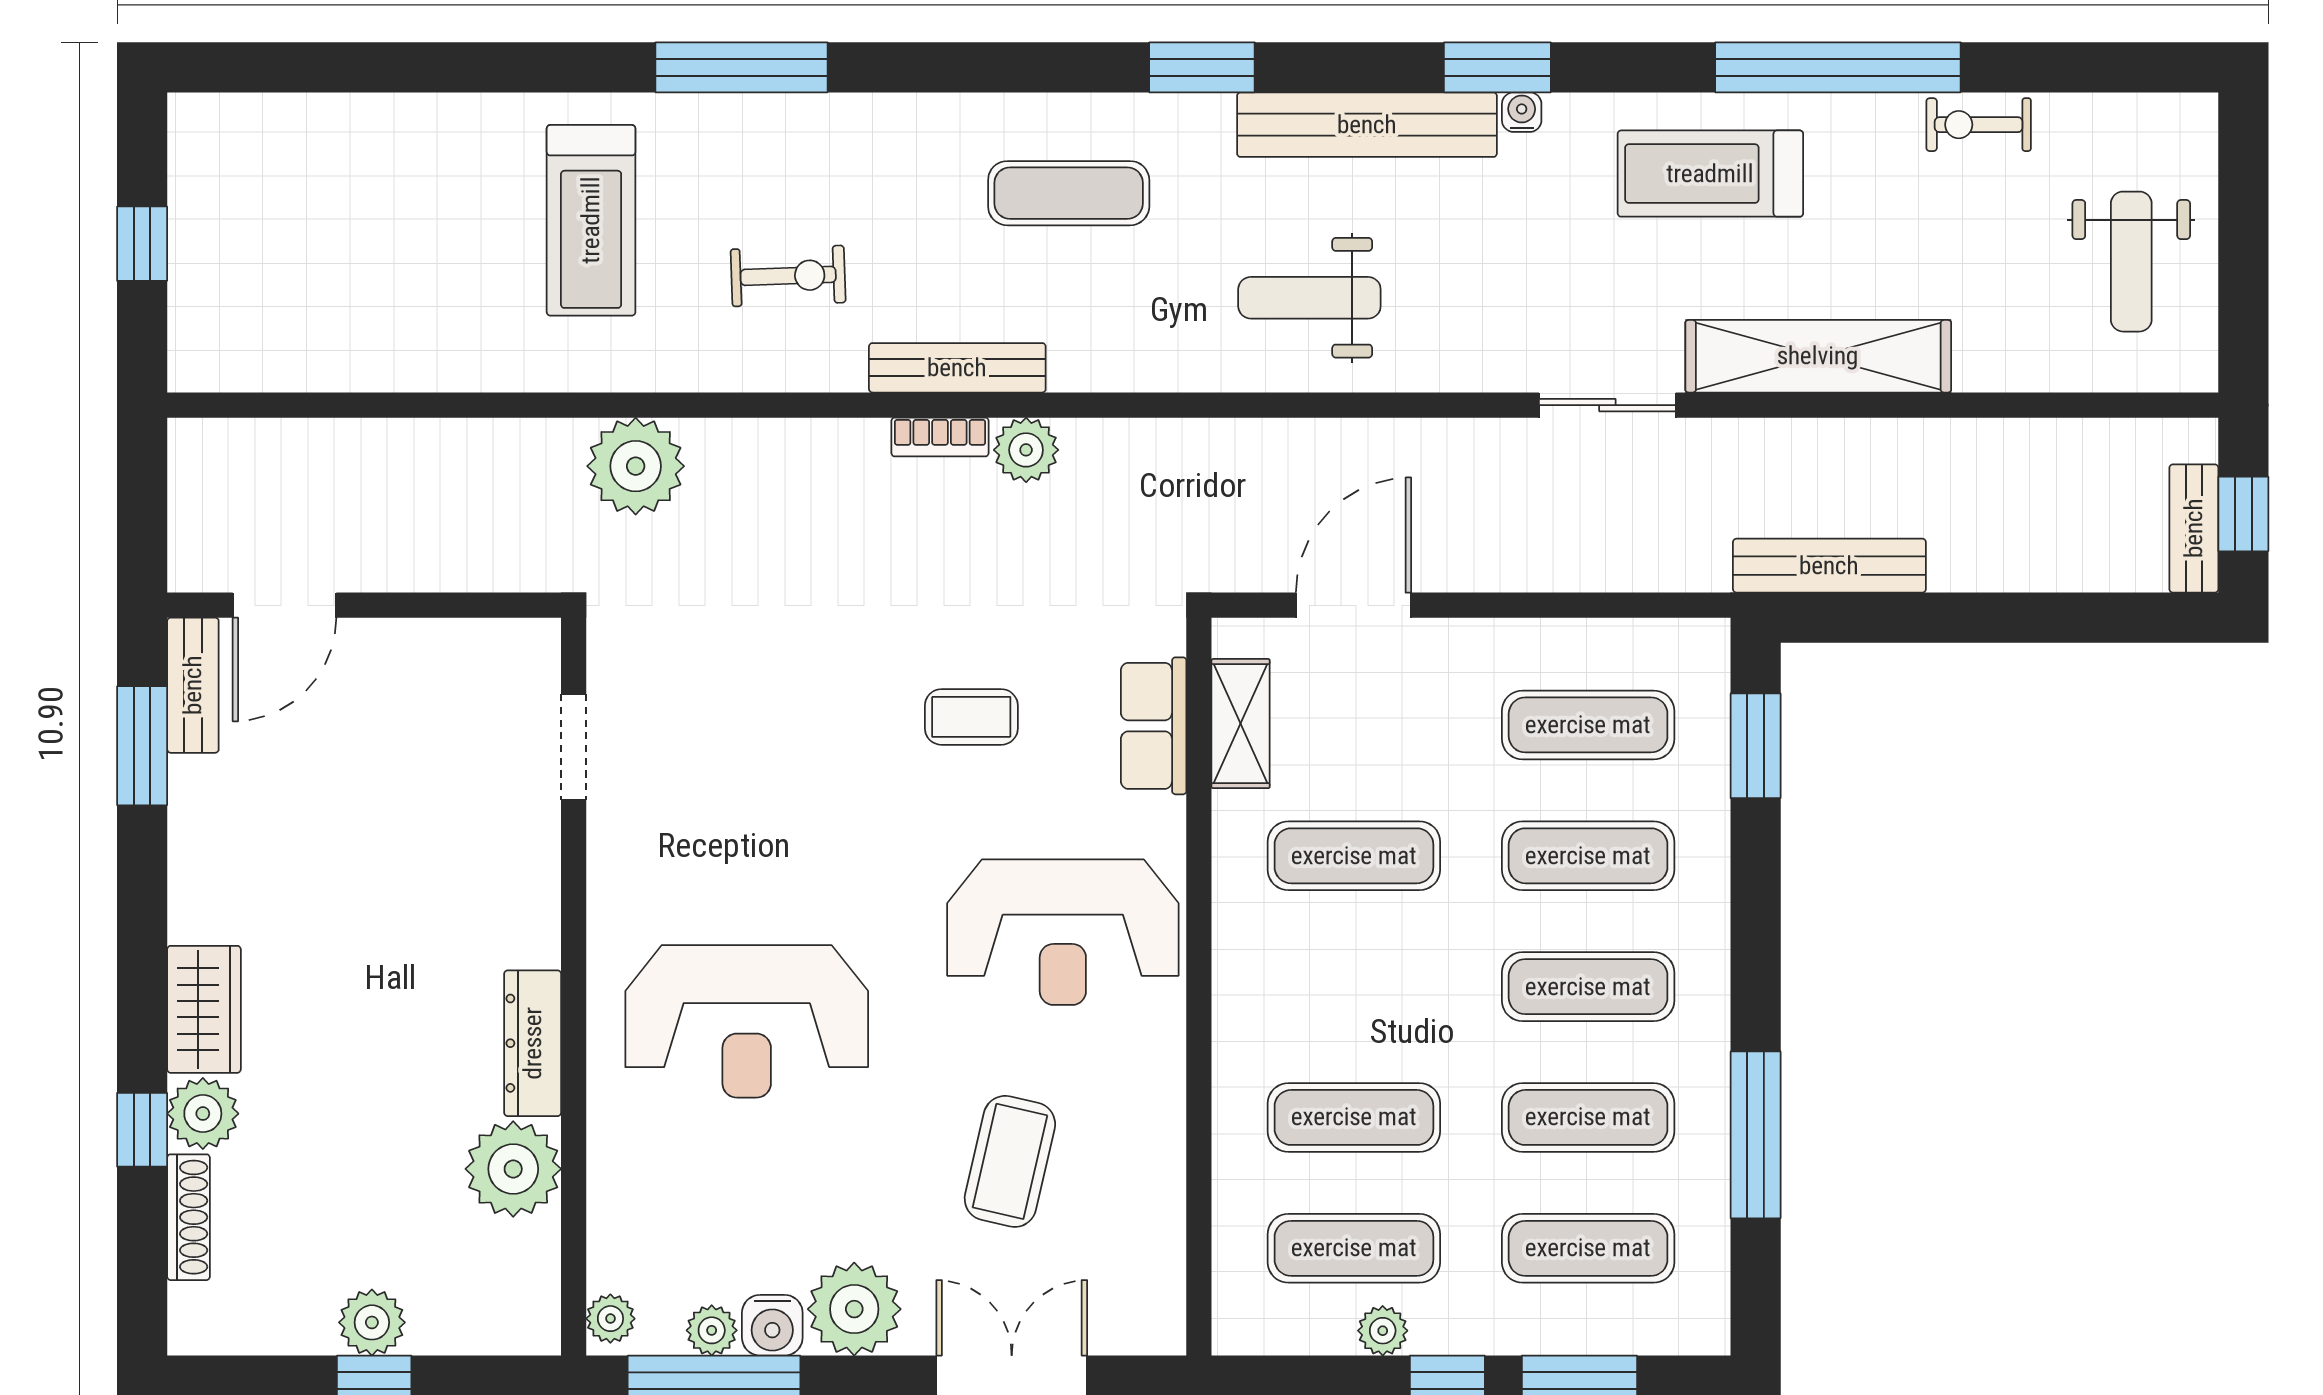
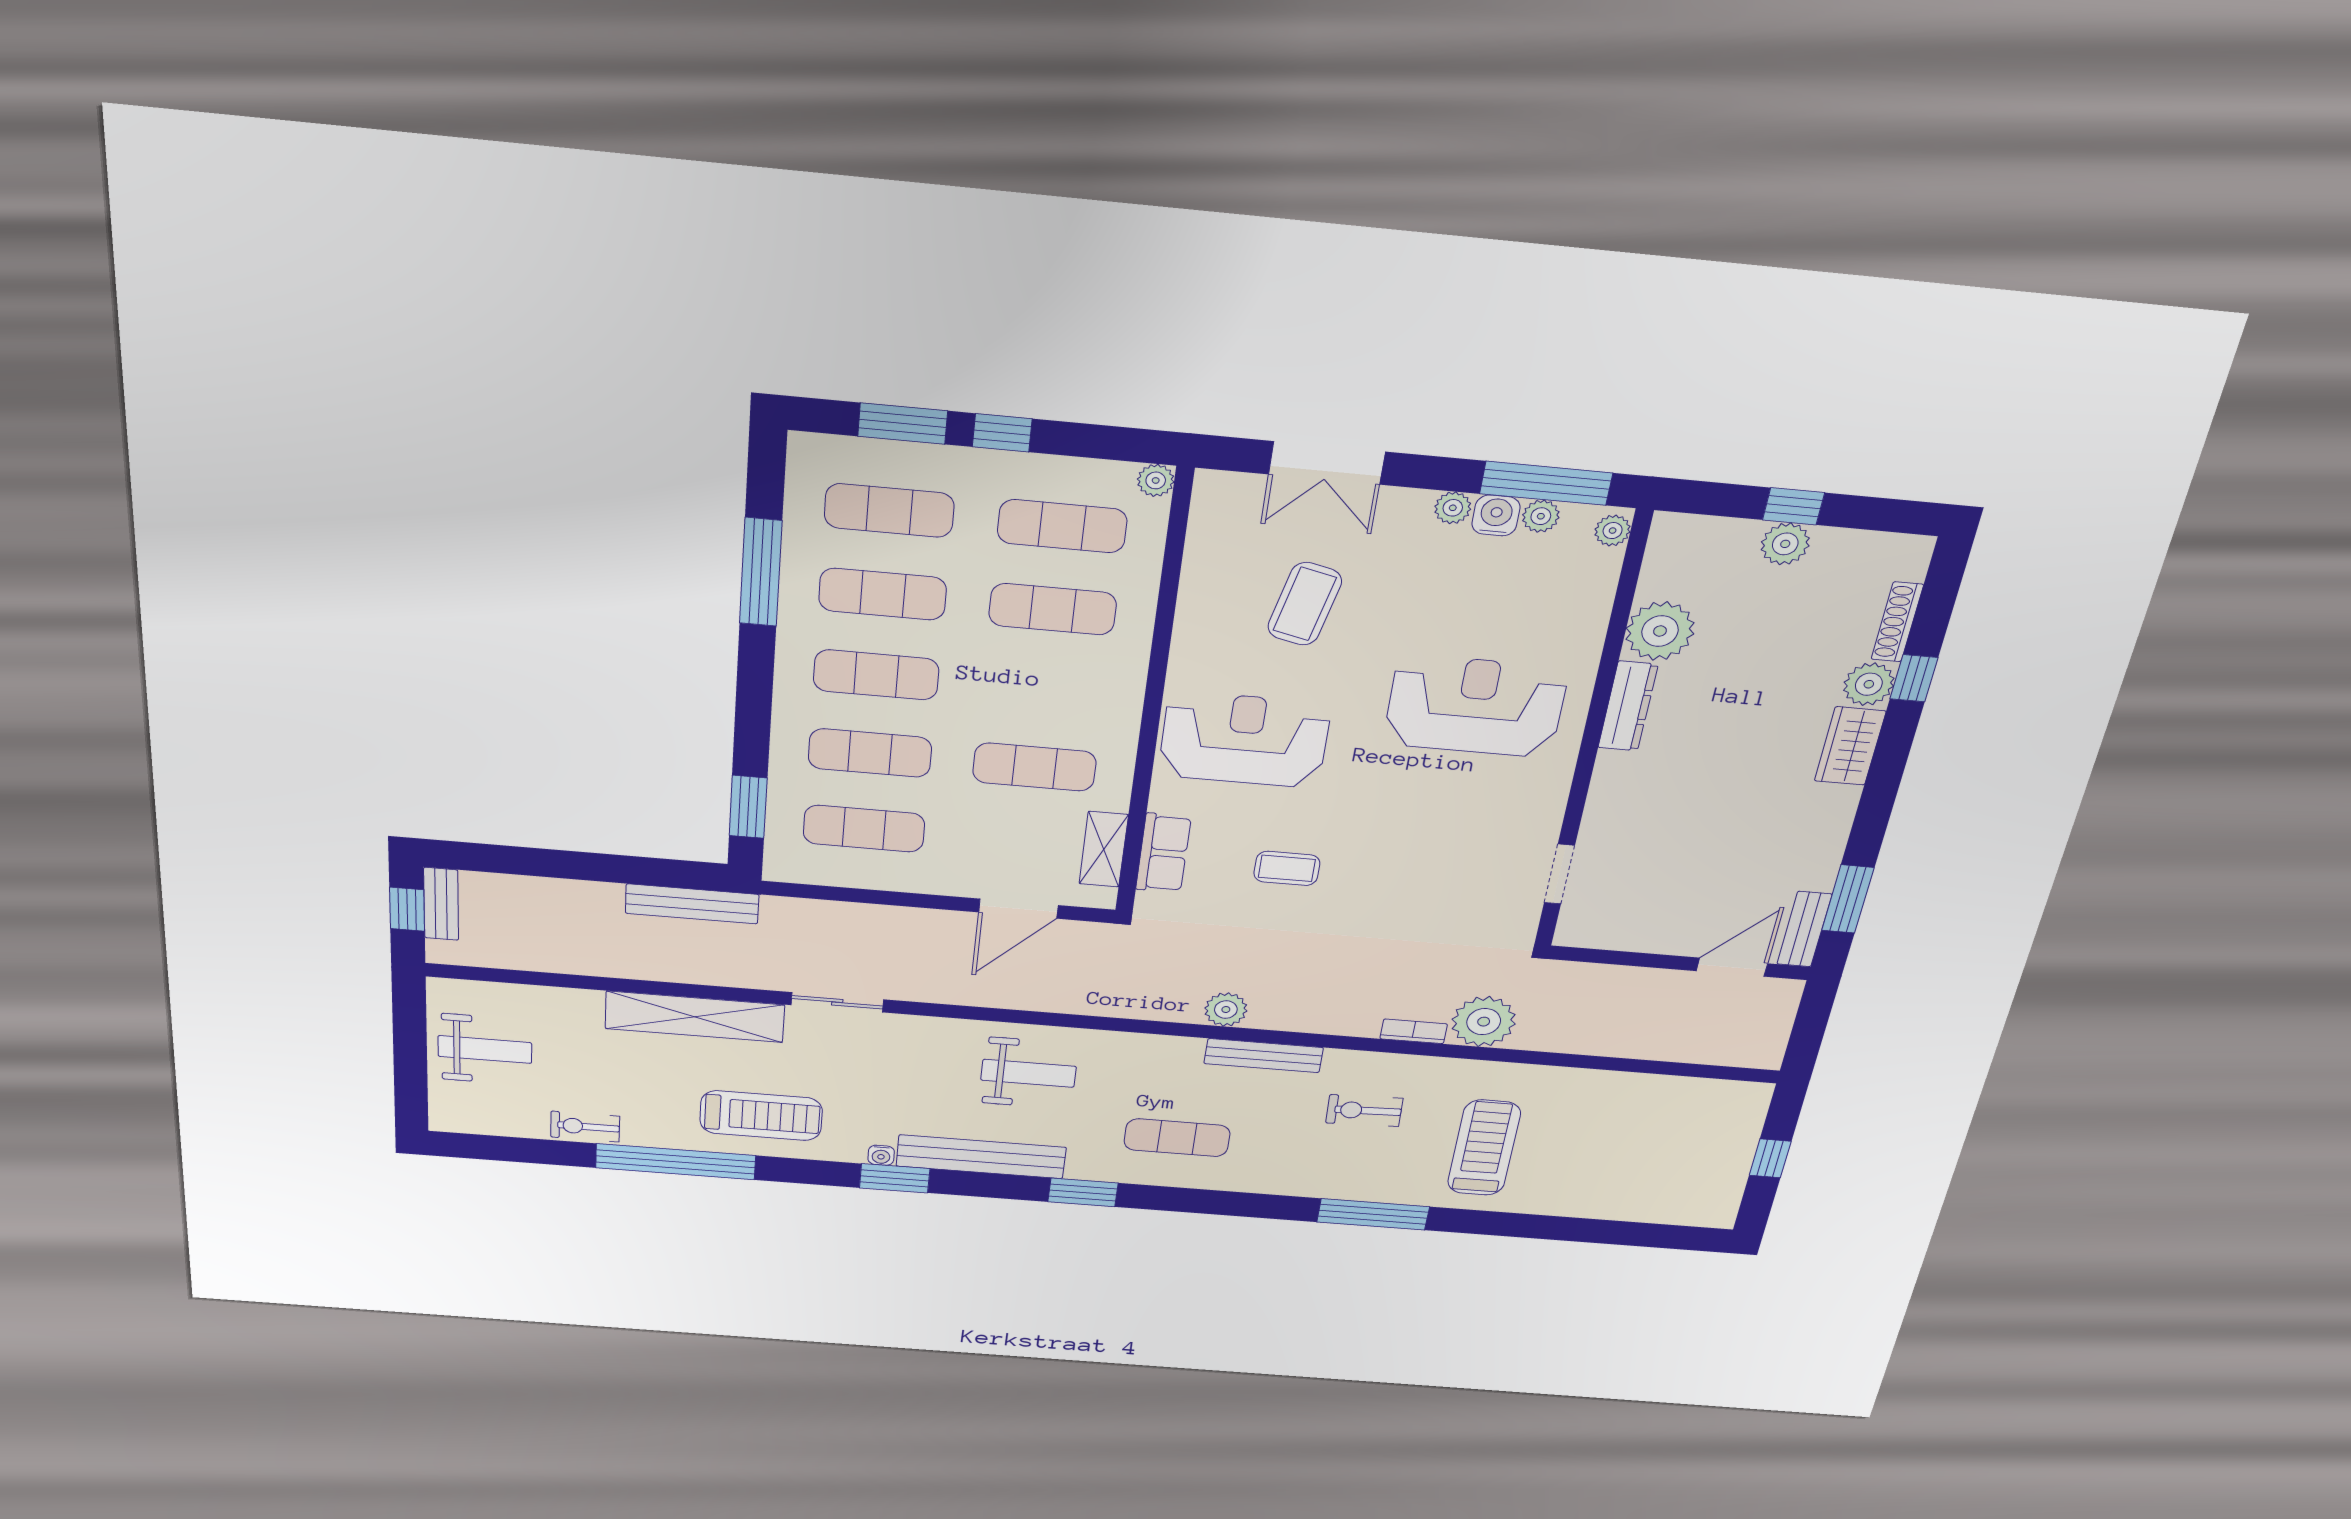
exercise bike: (1979, 125) -> (585, 1127), turned 180
weight bench: (2131, 262) -> (485, 1050), turned 90
bookcase: (940, 437) -> (1414, 1031), moved
plant: (854, 1309) -> (1453, 508), width x0.53, depth x0.53
plant: (1383, 1331) -> (1156, 480), moved

